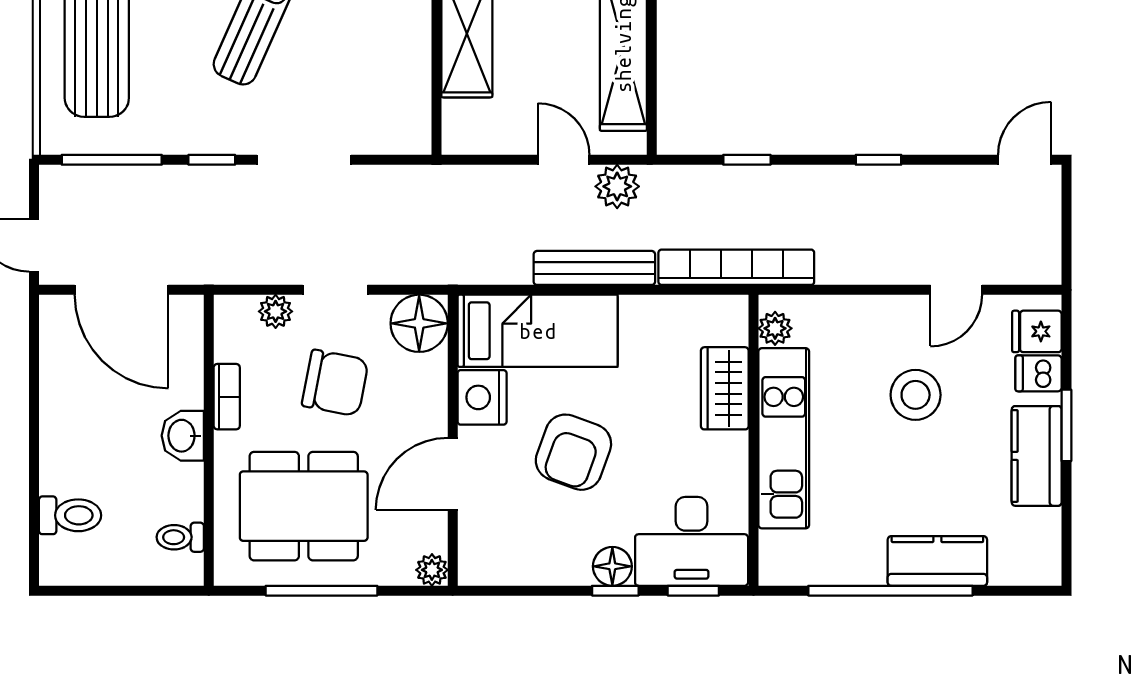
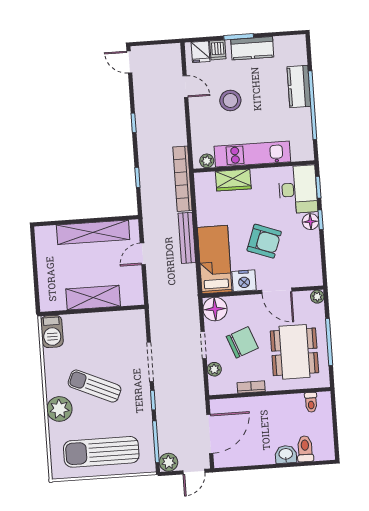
plant: (617, 186) -> (169, 462), moved
chair: (335, 383) -> (242, 342), turned 58
washbasin: (183, 436) -> (286, 454), moved, turned 180

